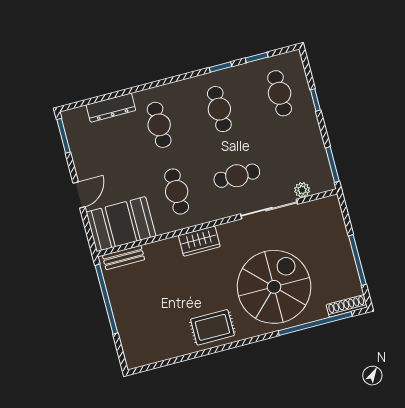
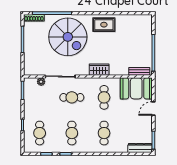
dresser: (111, 108) -> (140, 148), moved
spiral stairs: (274, 287) -> (68, 37), turned -90

